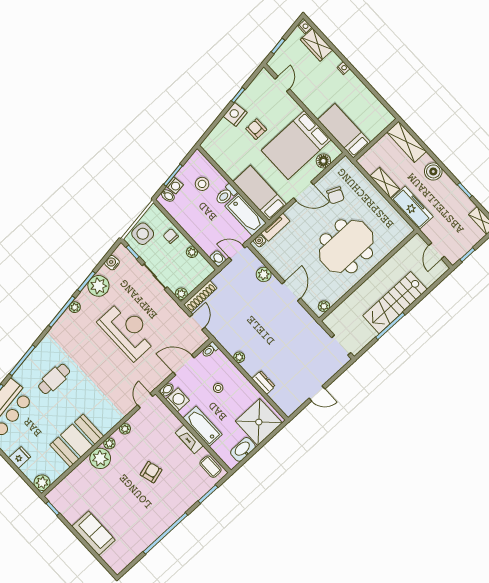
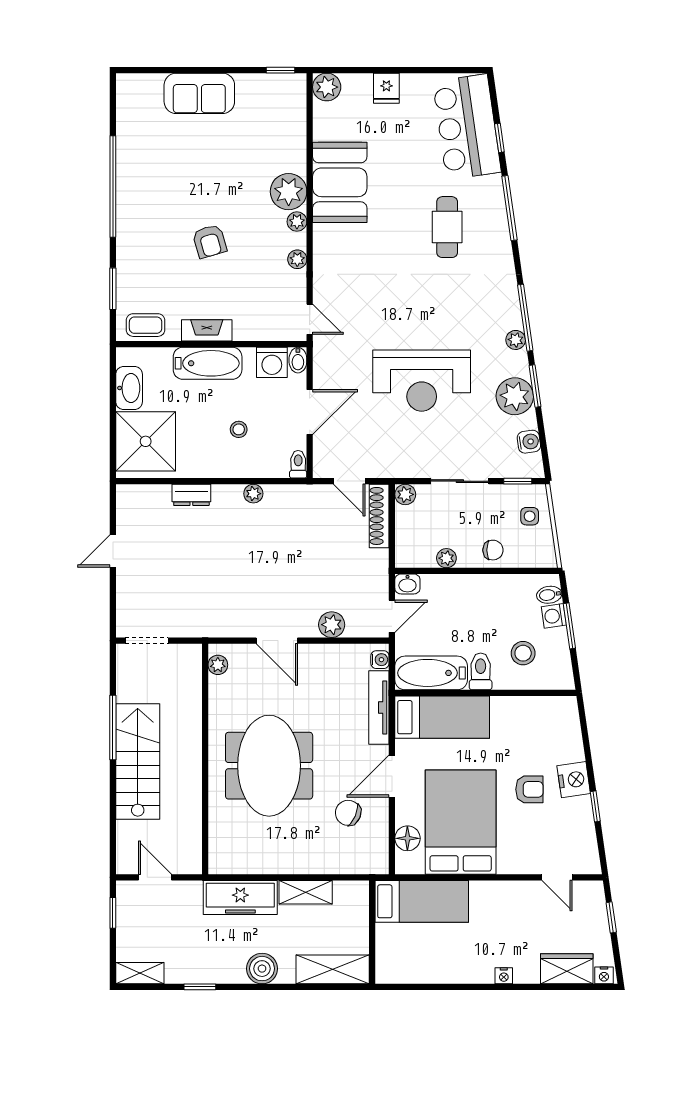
tv unit: (275, 227) -> (379, 708), width x1.41
side table: (143, 234) -> (530, 516), width x0.54, depth x0.54

